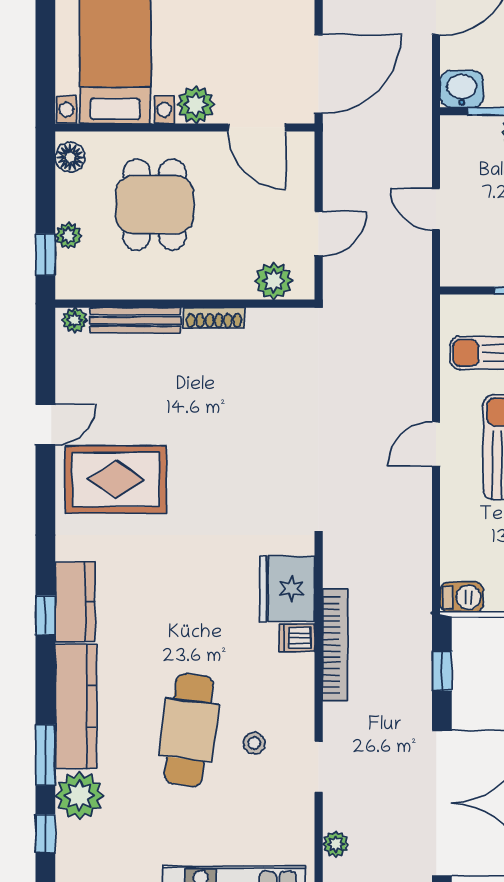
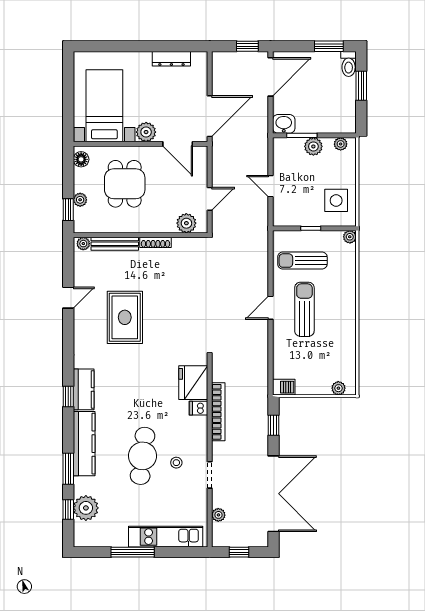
rug: (116, 480) -> (125, 317), moved, turned 90
plant: (80, 796) -> (86, 508), moved

